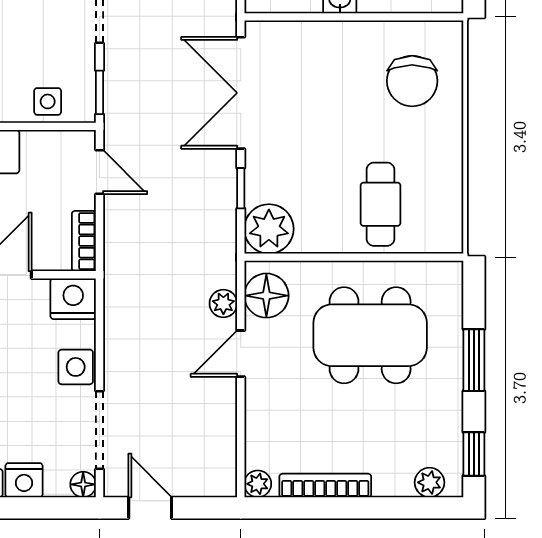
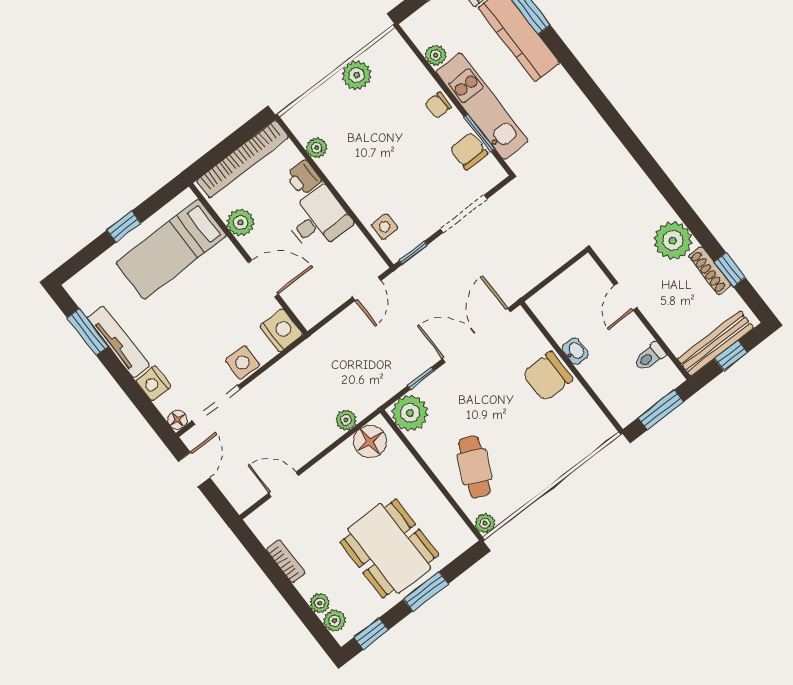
chair: (412, 81) -> (548, 376), moved
cafe table: (380, 204) -> (475, 467), turned -65
plant: (450, 240) -> (485, 523), added
bookcase: (84, 241) -> (320, 311), removed
dining table: (370, 335) -> (389, 548), moved
door: (241, 354) -> (284, 484), moved
plant: (258, 484) -> (320, 603), moved
bookcase: (325, 486) -> (286, 561), width x0.64

